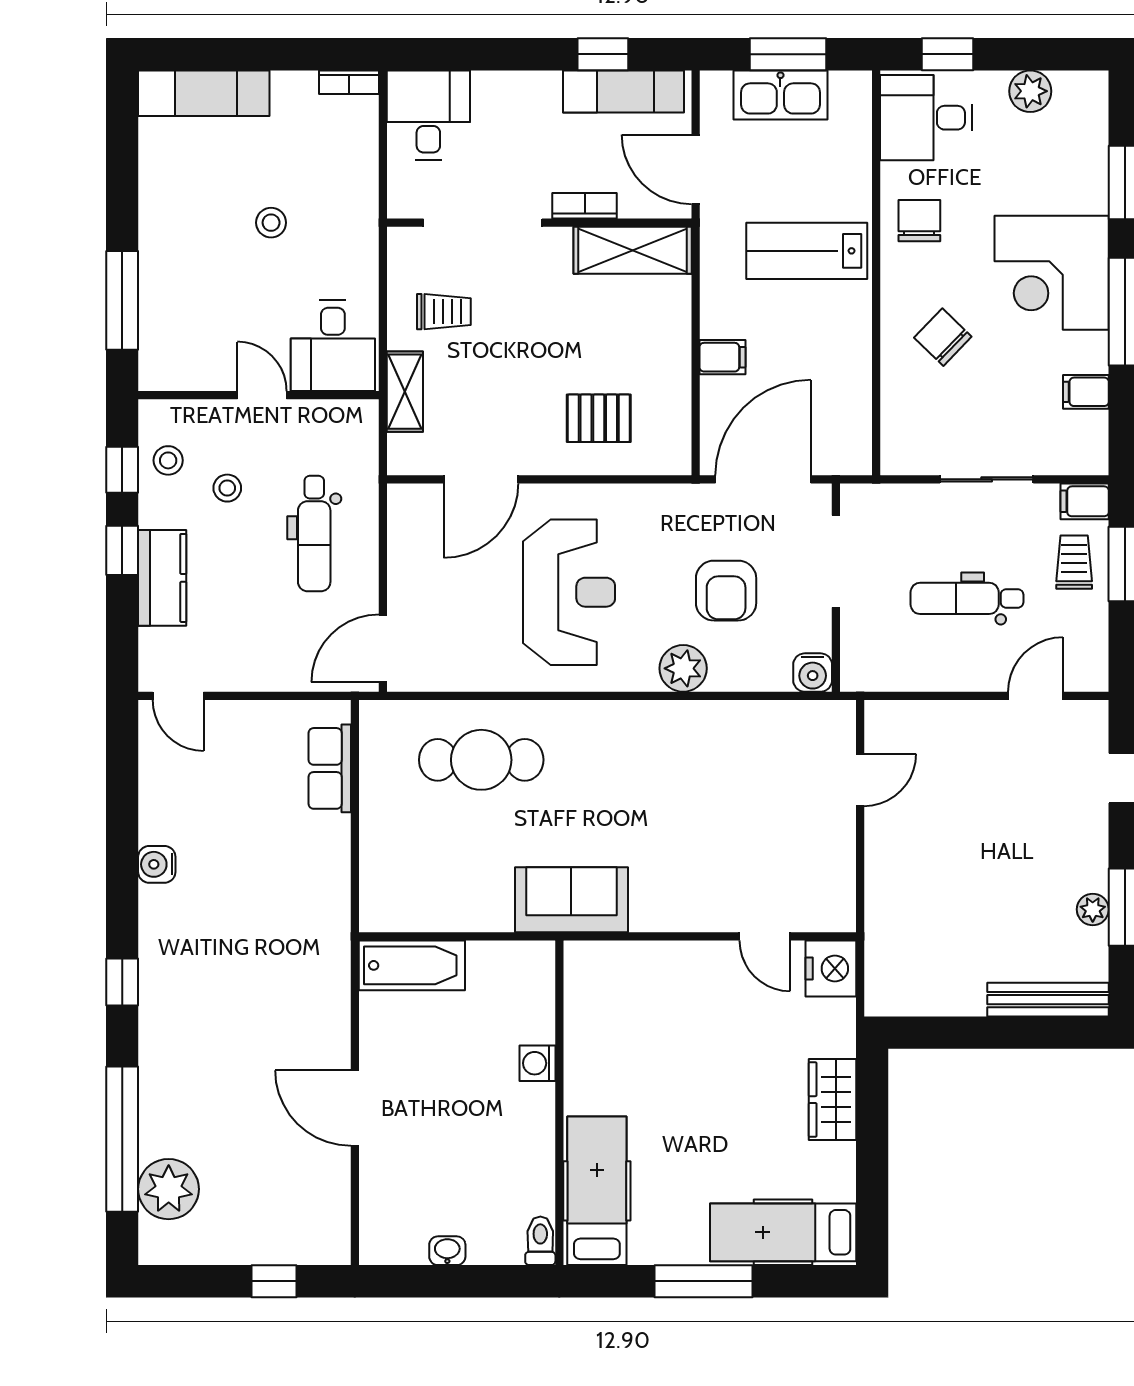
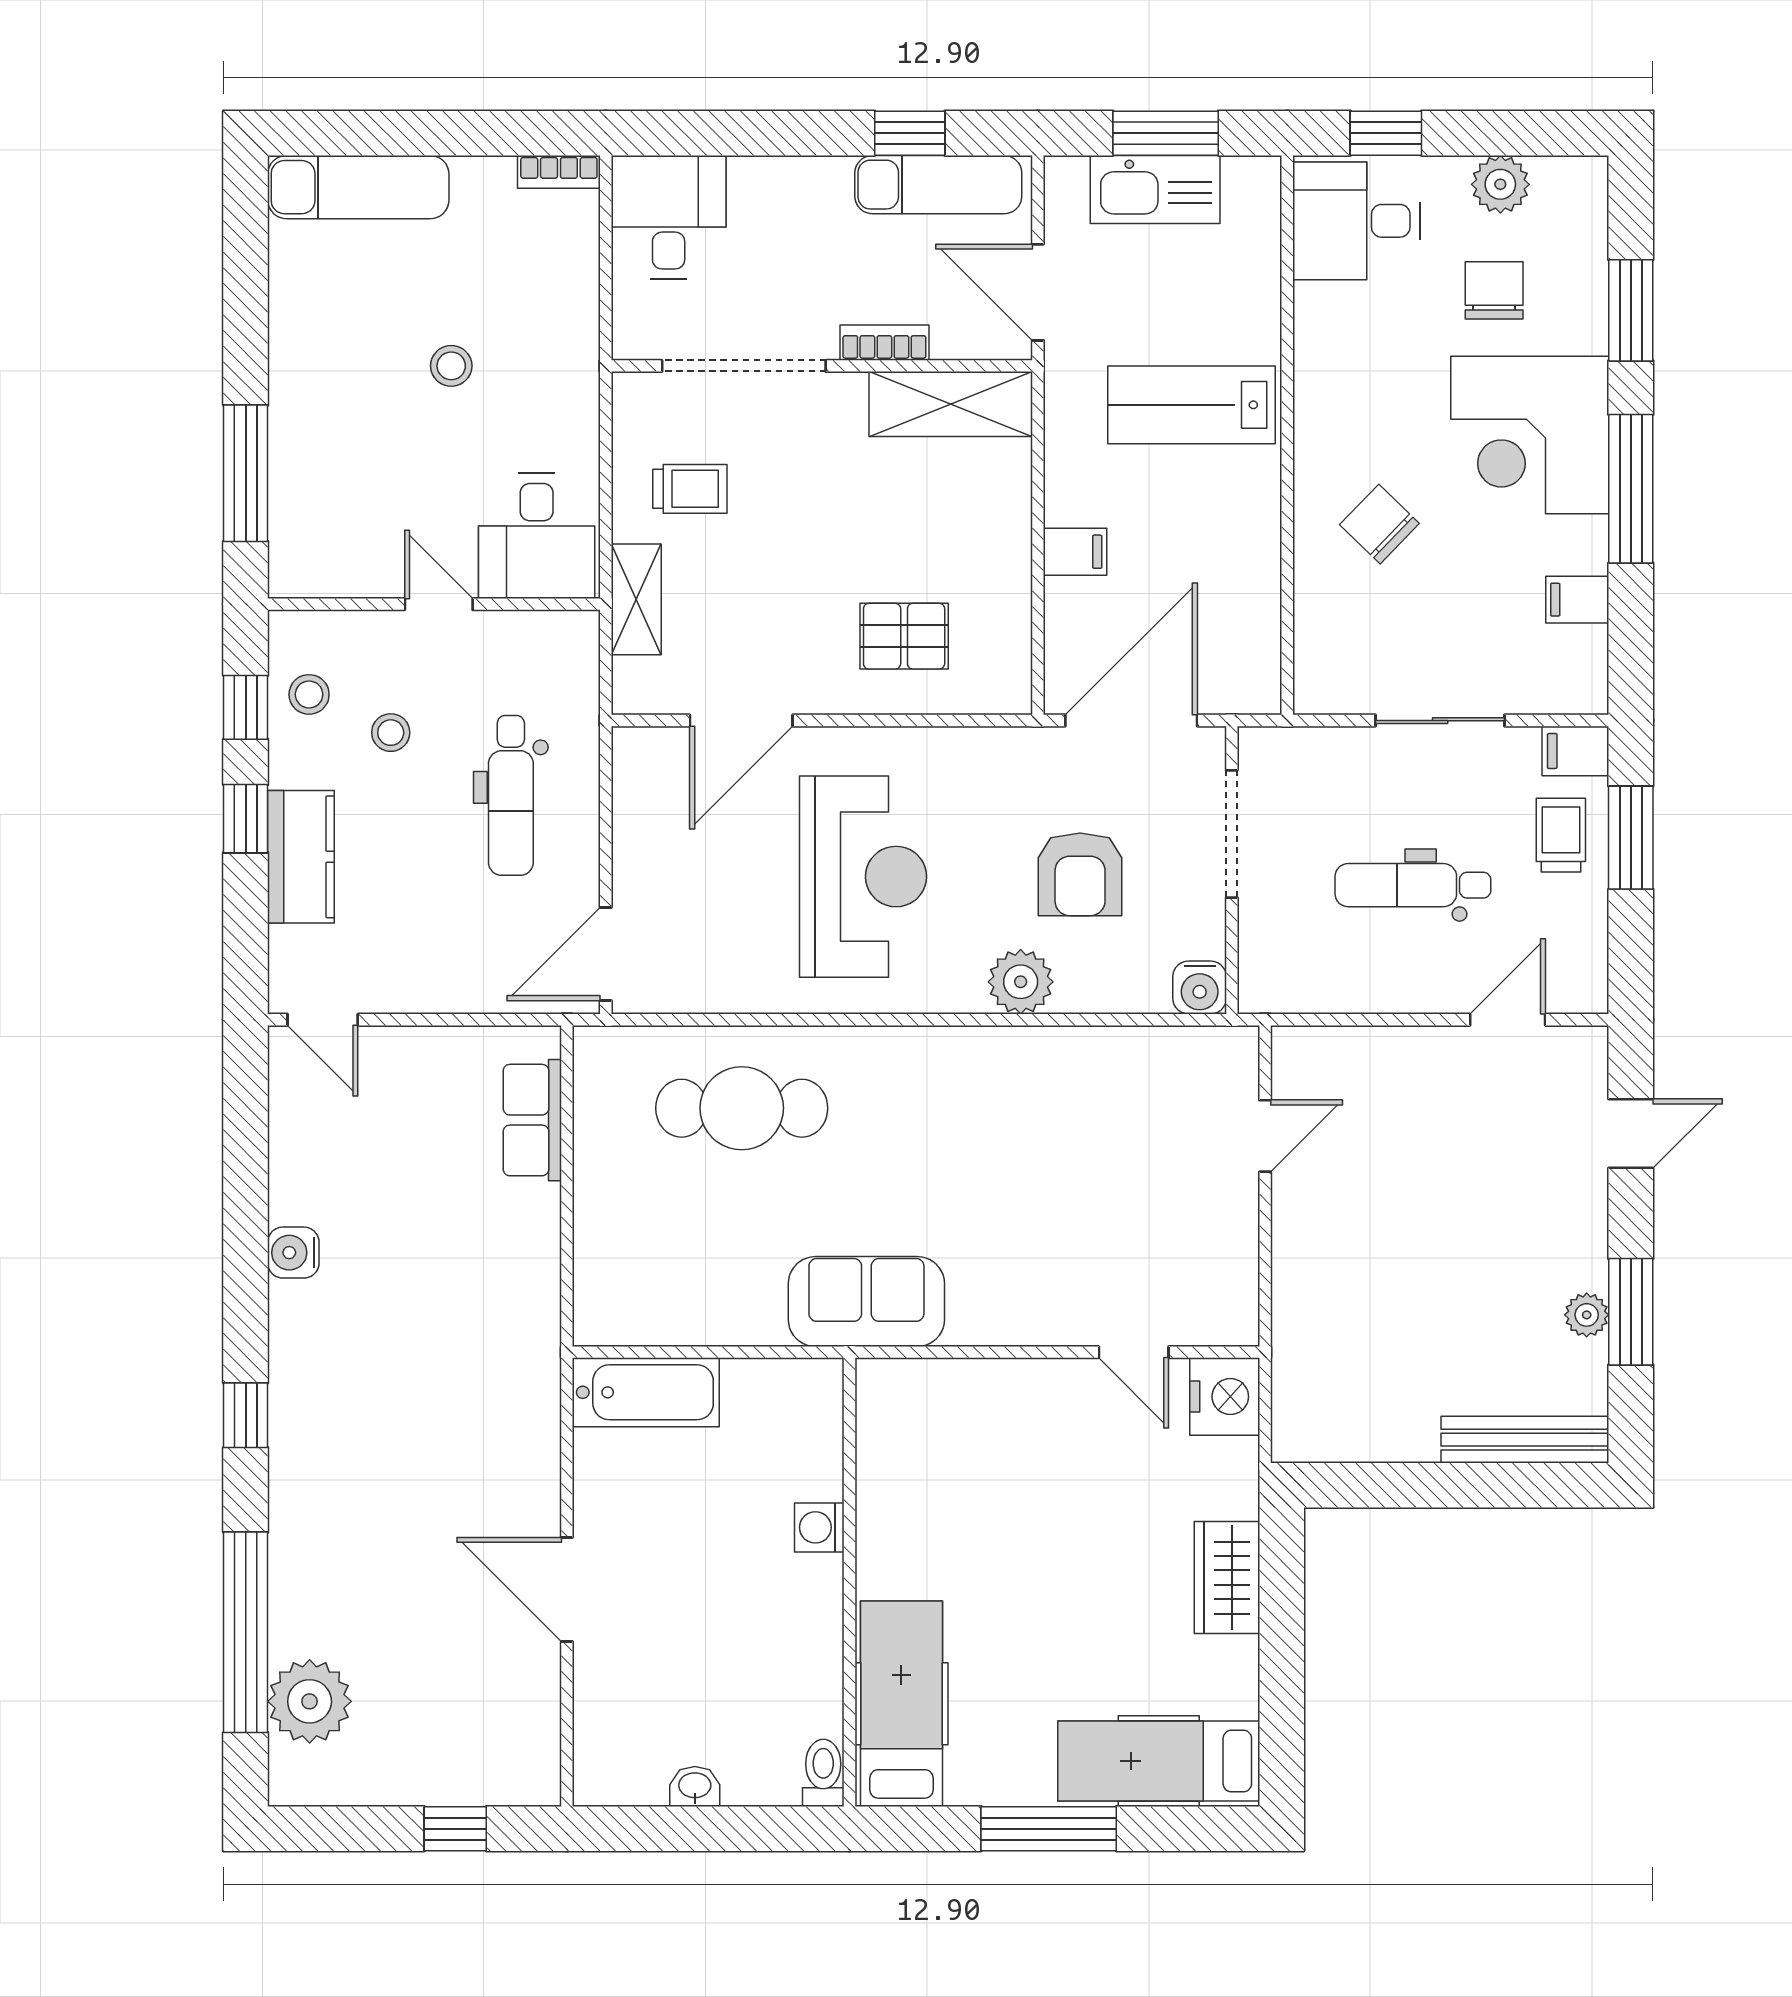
chair: (919, 221) -> (1494, 290), moved

